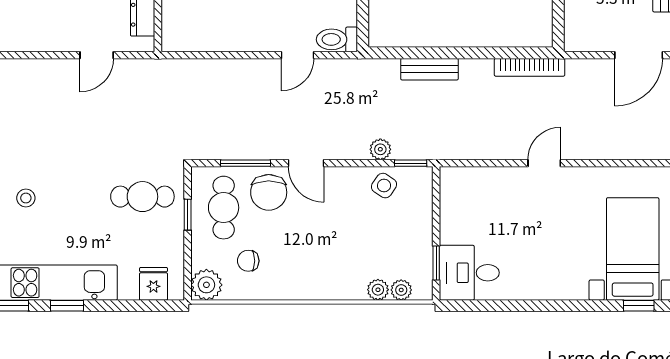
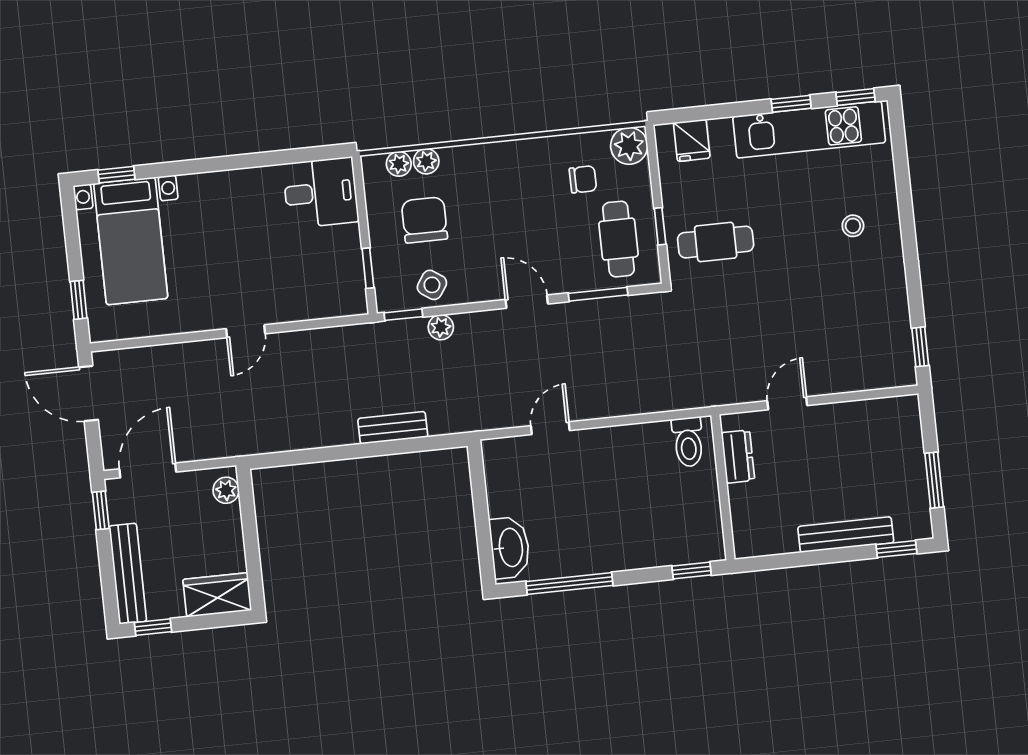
plant: (575, 32) -> (226, 490), added
toilet: (337, 39) -> (688, 442), moved, turned 90
bookcase: (530, 67) -> (275, 442), removed
chair: (269, 192) -> (424, 220), moved
window: (436, 263) -> (368, 268), moved

